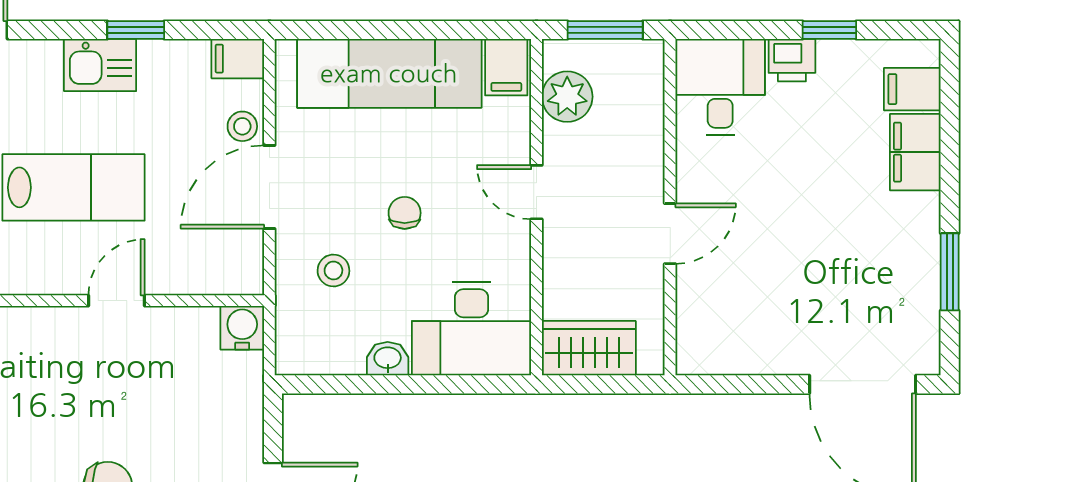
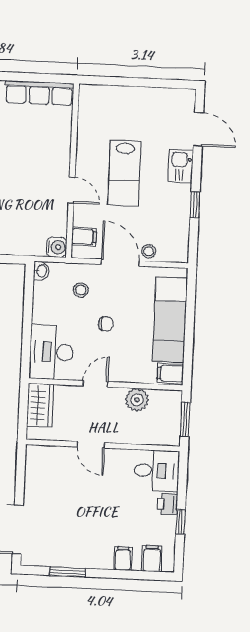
filing cabinet: (238, 59) -> (84, 237), moved, turned 90
kitchen sink: (100, 65) -> (181, 166), moved
plant: (567, 97) -> (137, 400), moved
filing cabinet: (915, 152) -> (123, 559), width x0.50
door: (536, 192) -> (95, 384), moved
washbasin: (388, 359) -> (41, 271), moved

